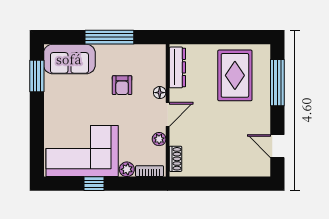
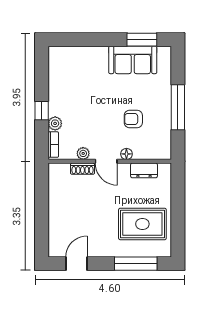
sofa: (69, 59) -> (133, 60), moved, turned -90
dresser: (177, 67) -> (144, 170), width x0.70
corner sofa: (82, 151) -> (72, 82), removed
shoe rack: (175, 159) -> (82, 169), moved
window: (94, 184) -> (42, 111), moved

